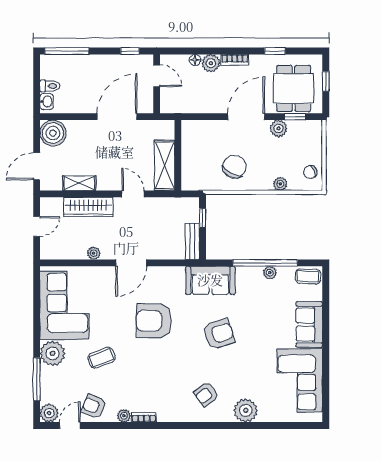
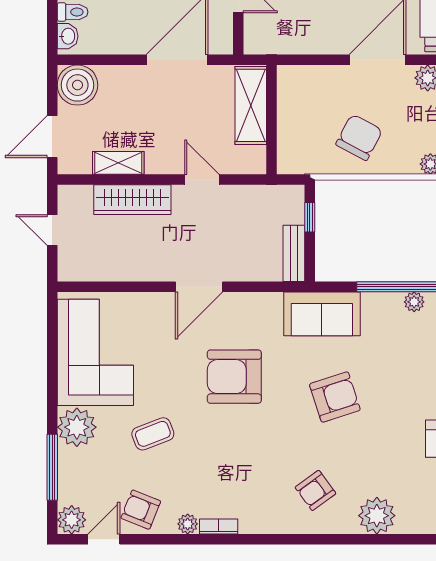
shelving: (165, 165) -> (251, 105), moved
door: (37, 226) -> (52, 230), swing flipped
plant: (94, 253) -> (141, 272), removed

